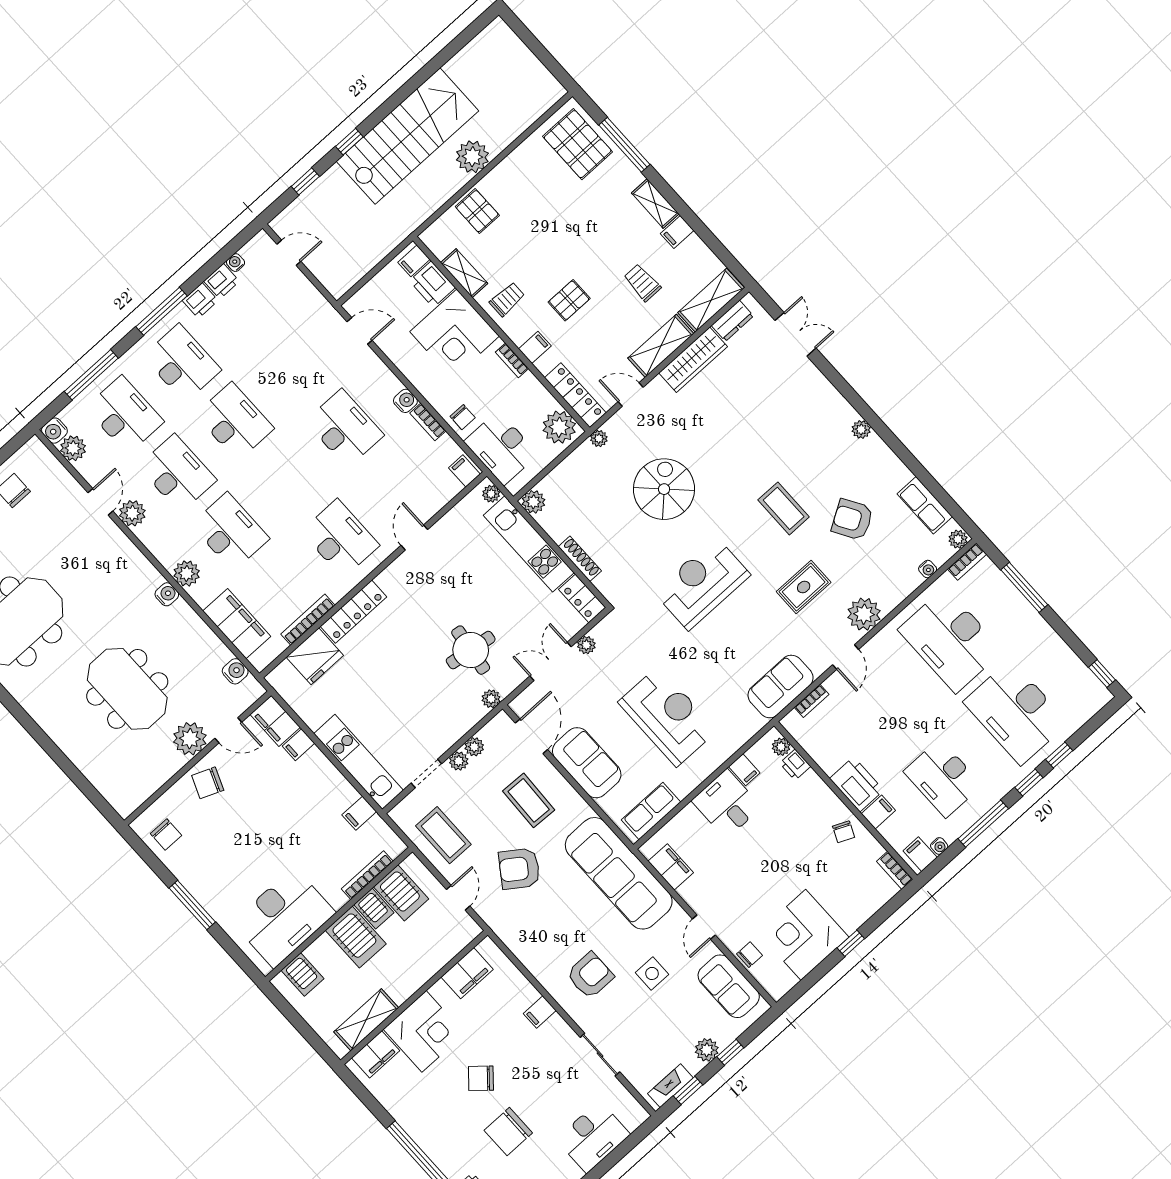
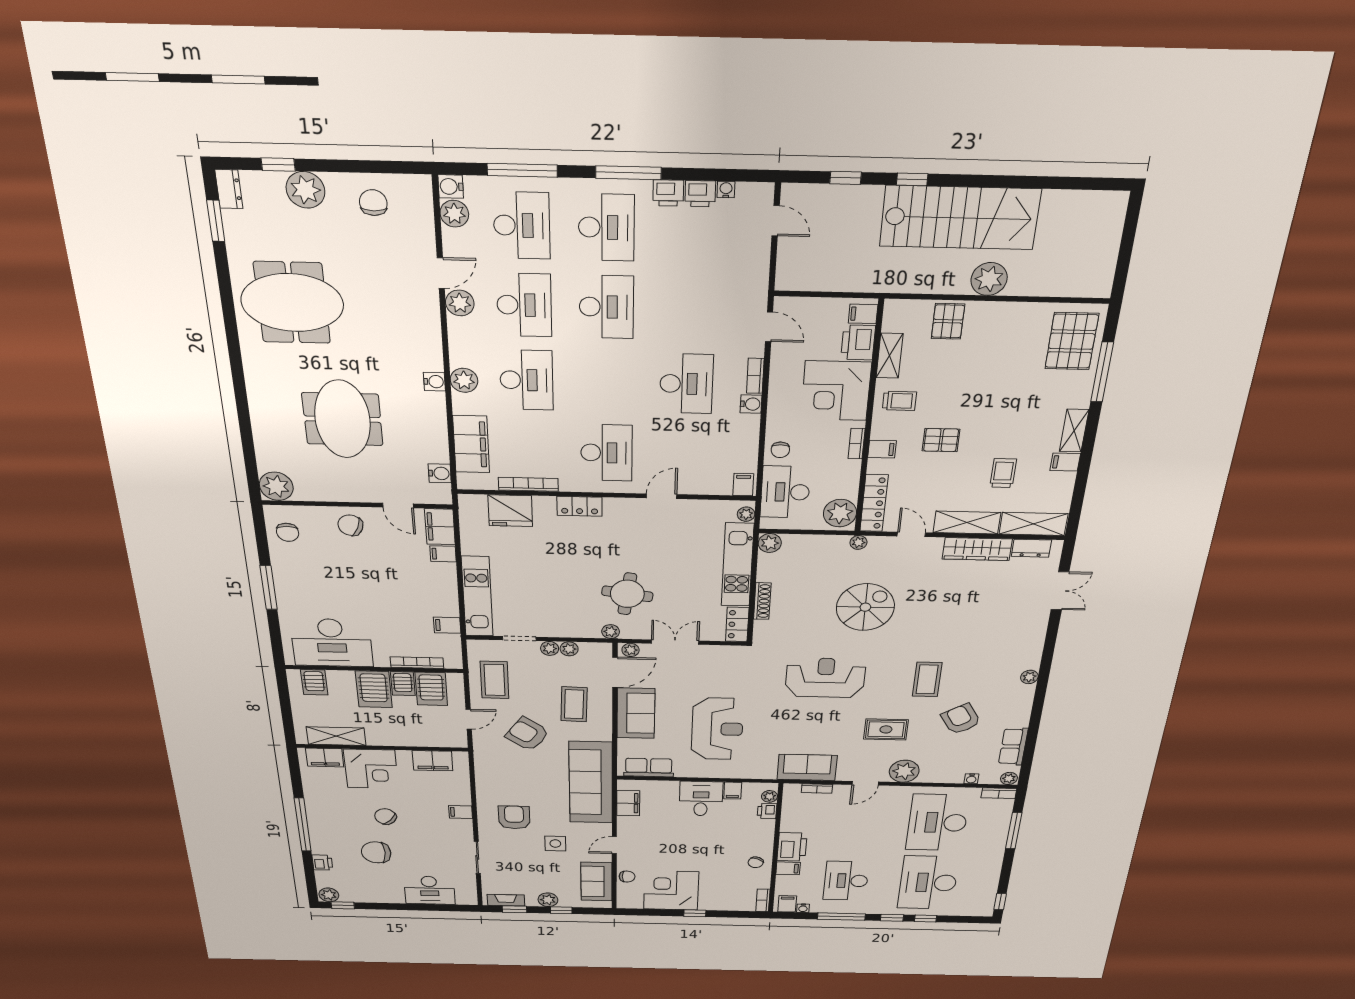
bookcase: (428, 422) -> (755, 376), moved
locker: (353, 612) -> (580, 506), width x0.66
plant: (586, 645) -> (631, 650), moved
plant: (190, 739) -> (276, 486), moved
armchair: (590, 975) -> (514, 817), turned -90

